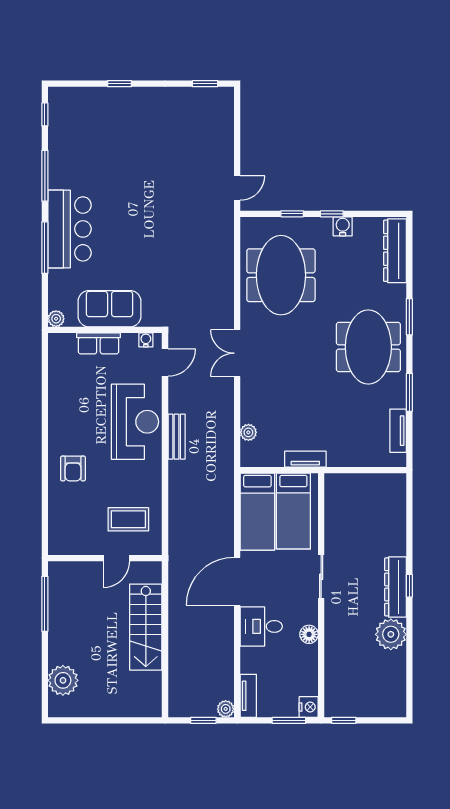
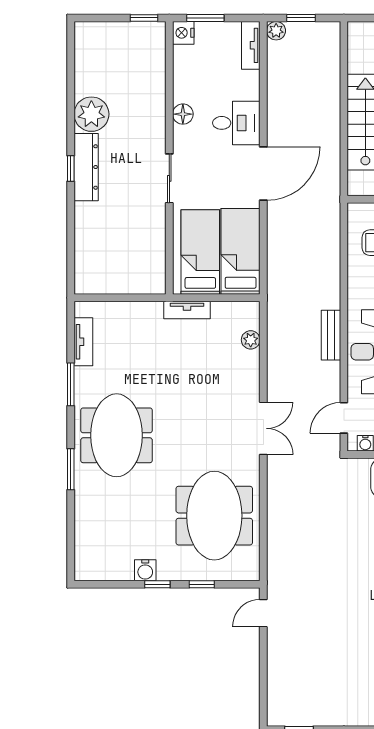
dresser: (395, 251) -> (87, 543), removed

